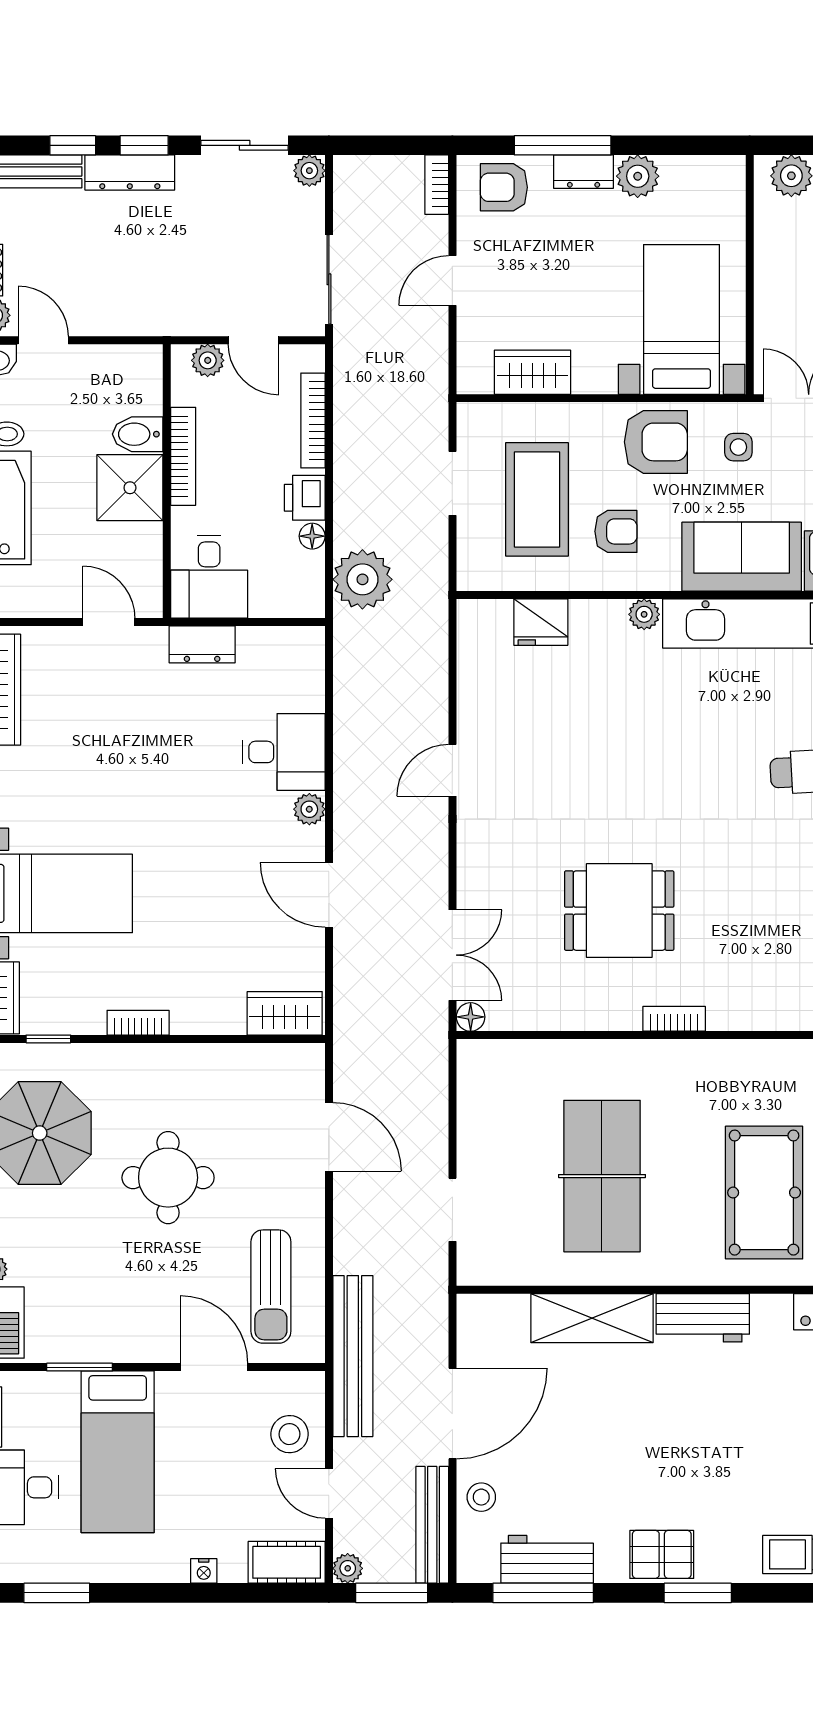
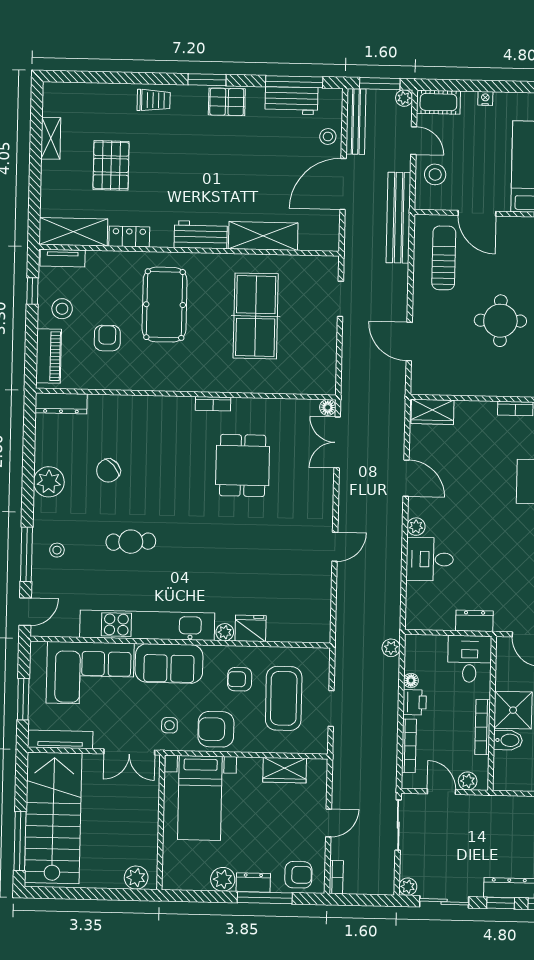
plant: (362, 579) -> (391, 648), width x0.53, depth x0.53
fridge: (541, 622) -> (251, 628), moved
dining table: (619, 911) -> (243, 465), turned 90

